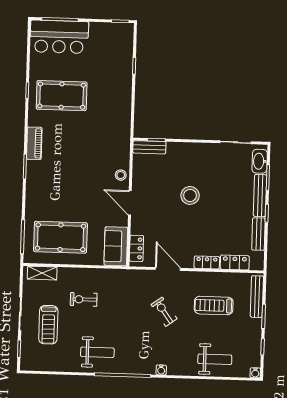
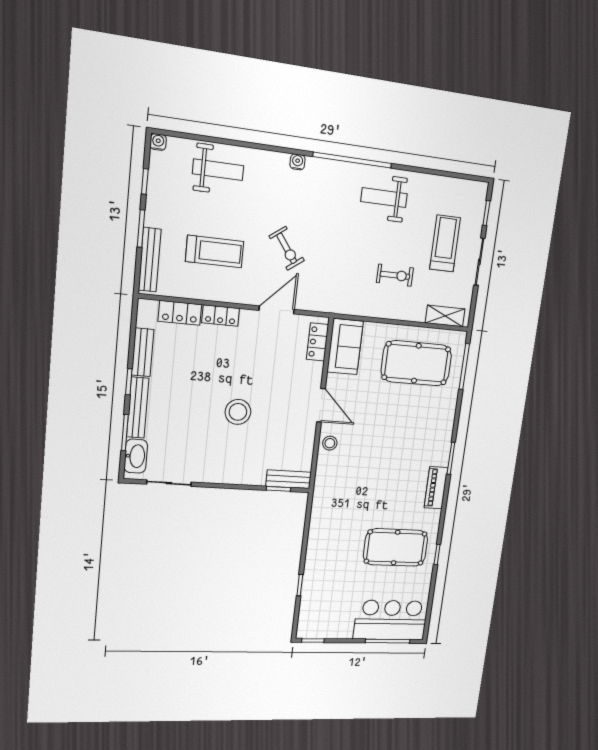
door: (168, 269) -> (277, 310), swing flipped
weight bench: (215, 359) -> (218, 170), turned 180

